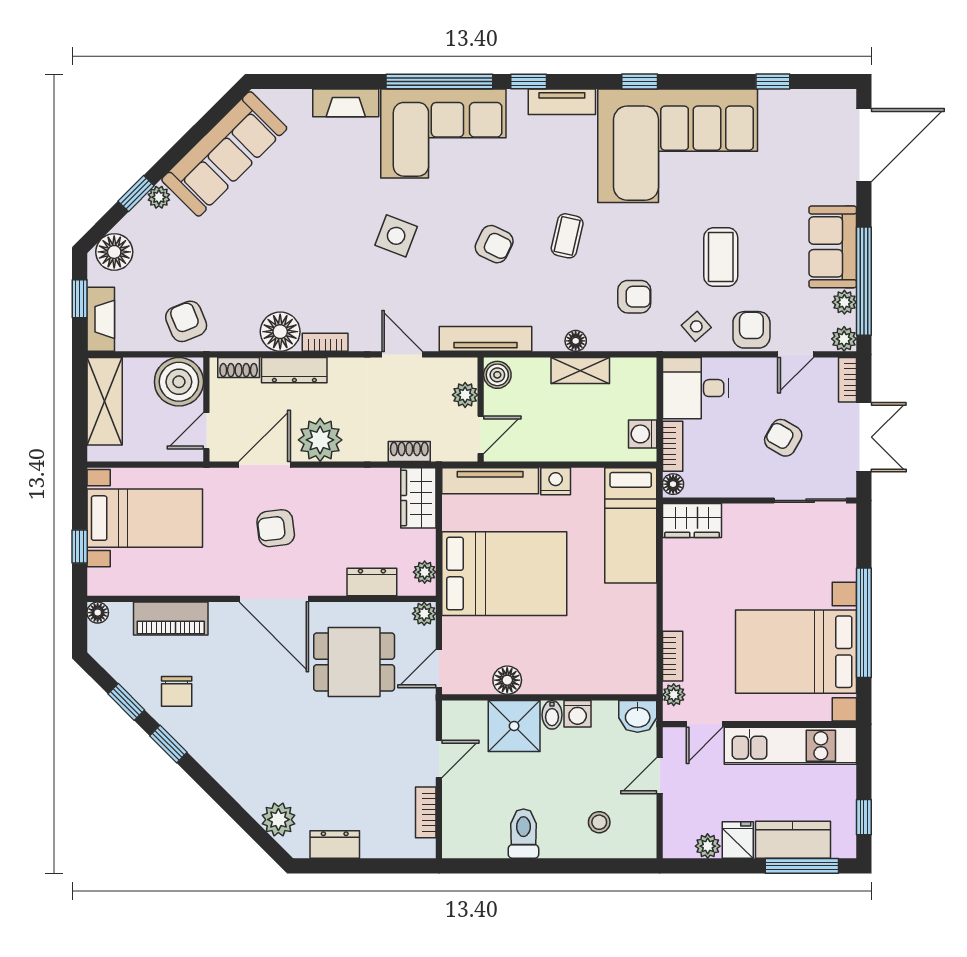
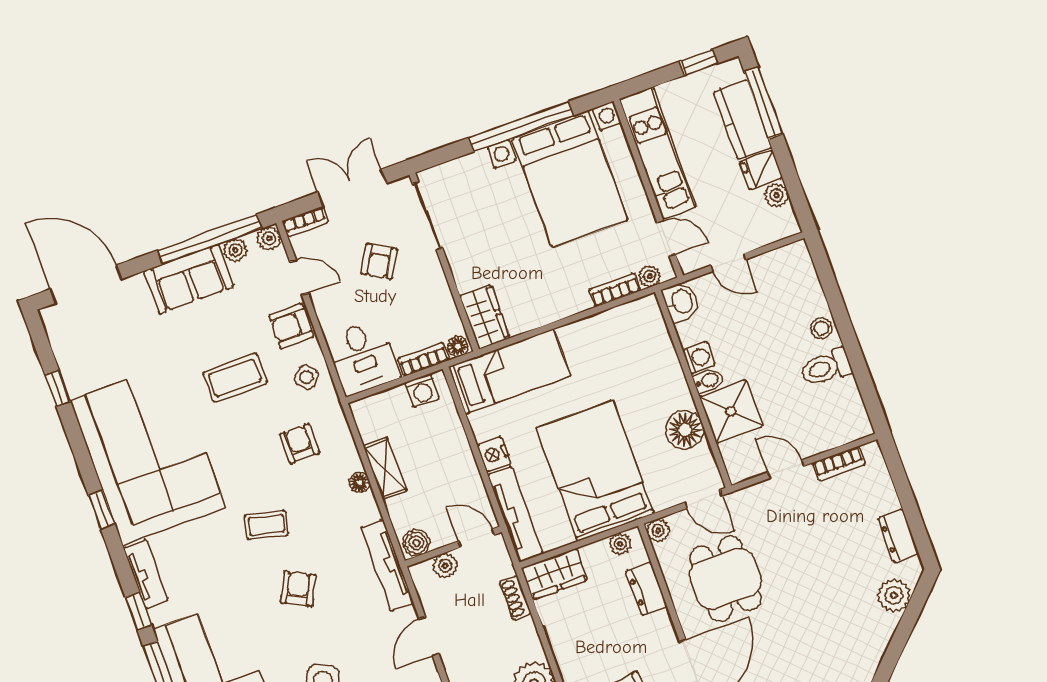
floor lamp: (507, 680) -> (685, 430), width x1.38, depth x1.38
stool: (599, 822) -> (821, 328), moved

